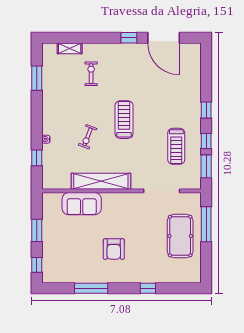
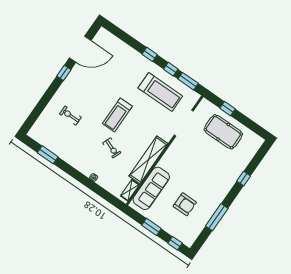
shelving: (70, 48) -> (130, 190), moved
treadmill: (124, 120) -> (117, 115), turned -90
treadmill: (176, 146) -> (160, 92), width x1.37, depth x1.38
window: (37, 158) -> (102, 193), removed
sofa: (82, 204) -> (151, 188), width x1.36
window: (206, 224) -> (228, 109), width x0.46
armchair: (114, 249) -> (185, 204), moved

